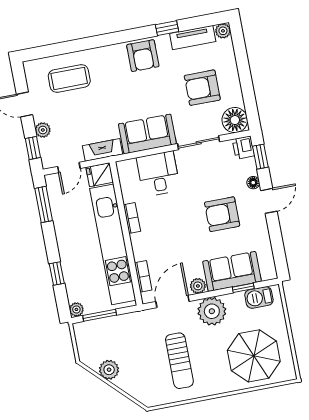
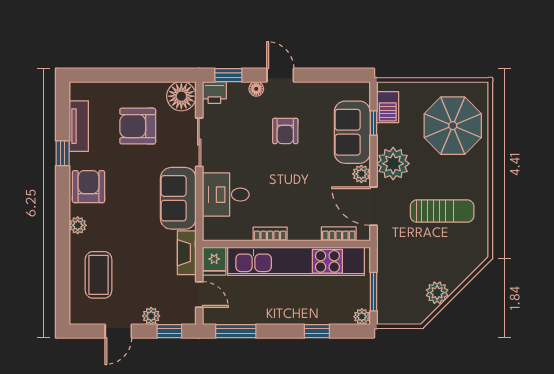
plant: (223, 31) -> (78, 225), moved
armchair: (143, 56) -> (89, 187), turned -90
armchair: (202, 88) -> (138, 126), turned 90
armchair: (222, 214) -> (285, 131), width x0.72, depth x0.72

